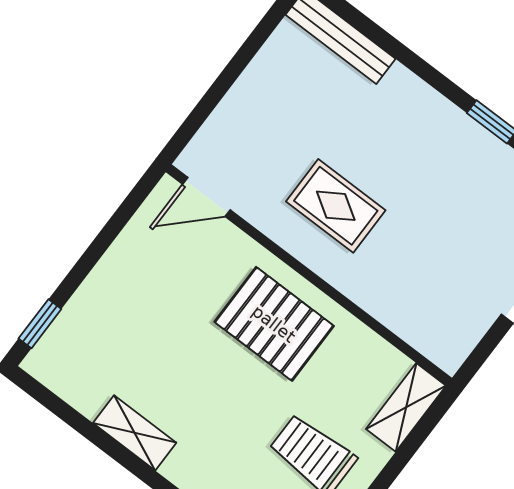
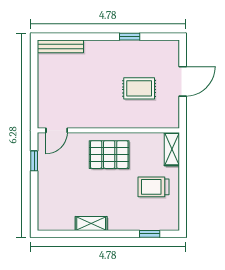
rug: (336, 206) -> (139, 88), moved
window: (40, 324) -> (34, 161), moved

